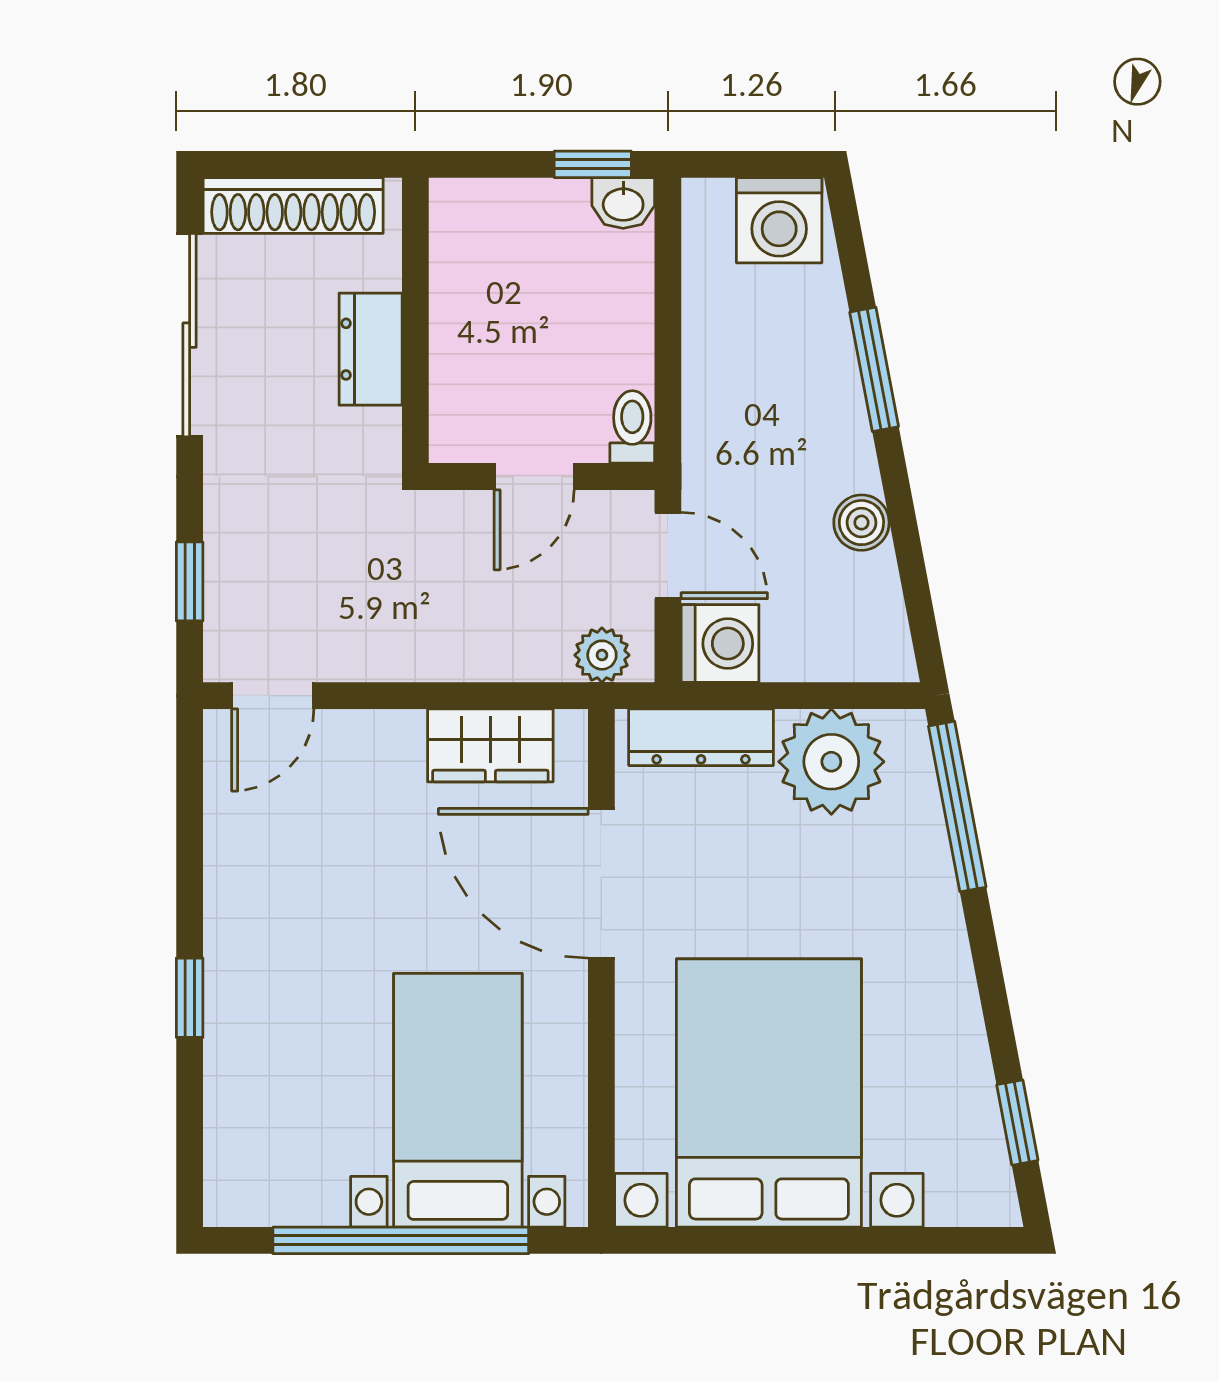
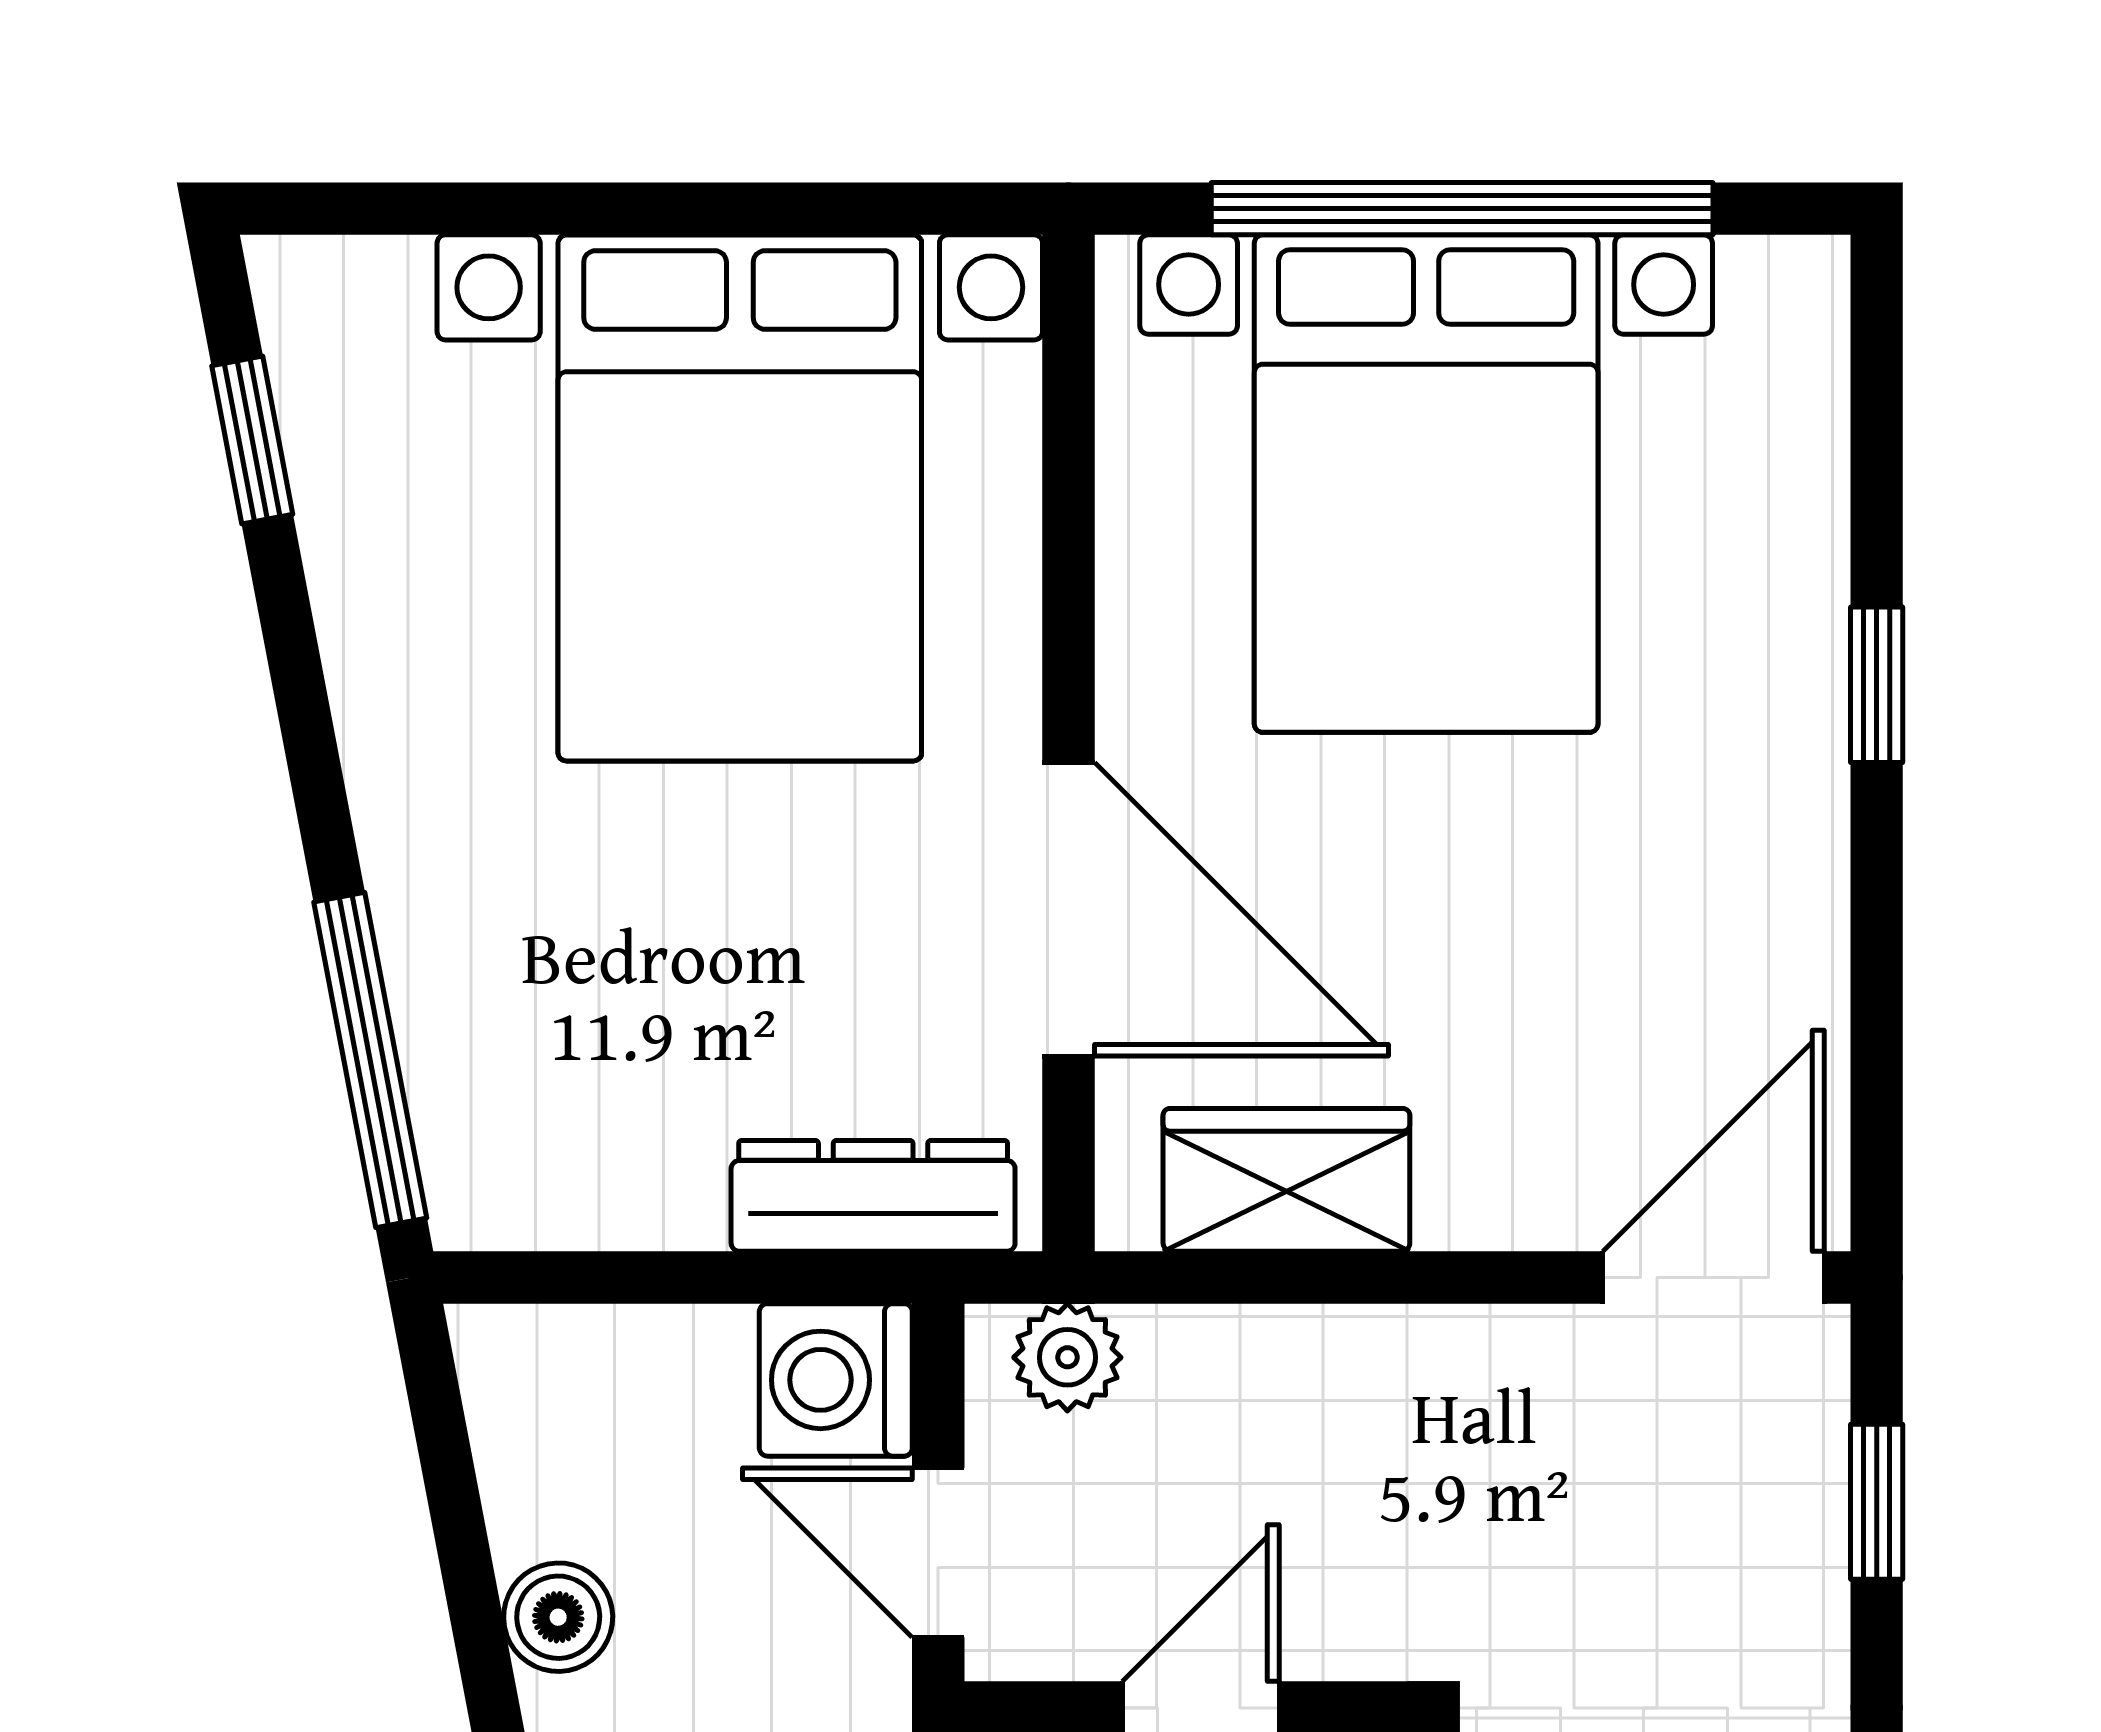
door: (273, 696) -> (1713, 1277), width x1.38
plant: (831, 762) -> (617, 1148), removed
bed with nightstands: (458, 1100) -> (1426, 484), width x1.36

